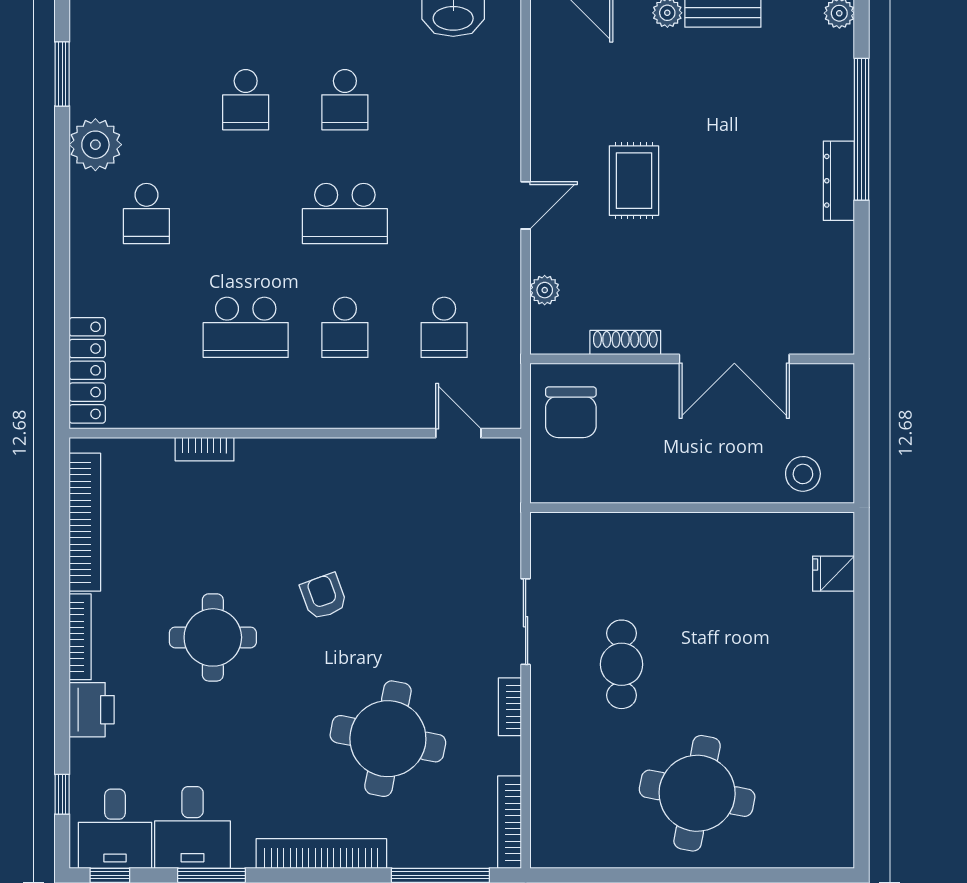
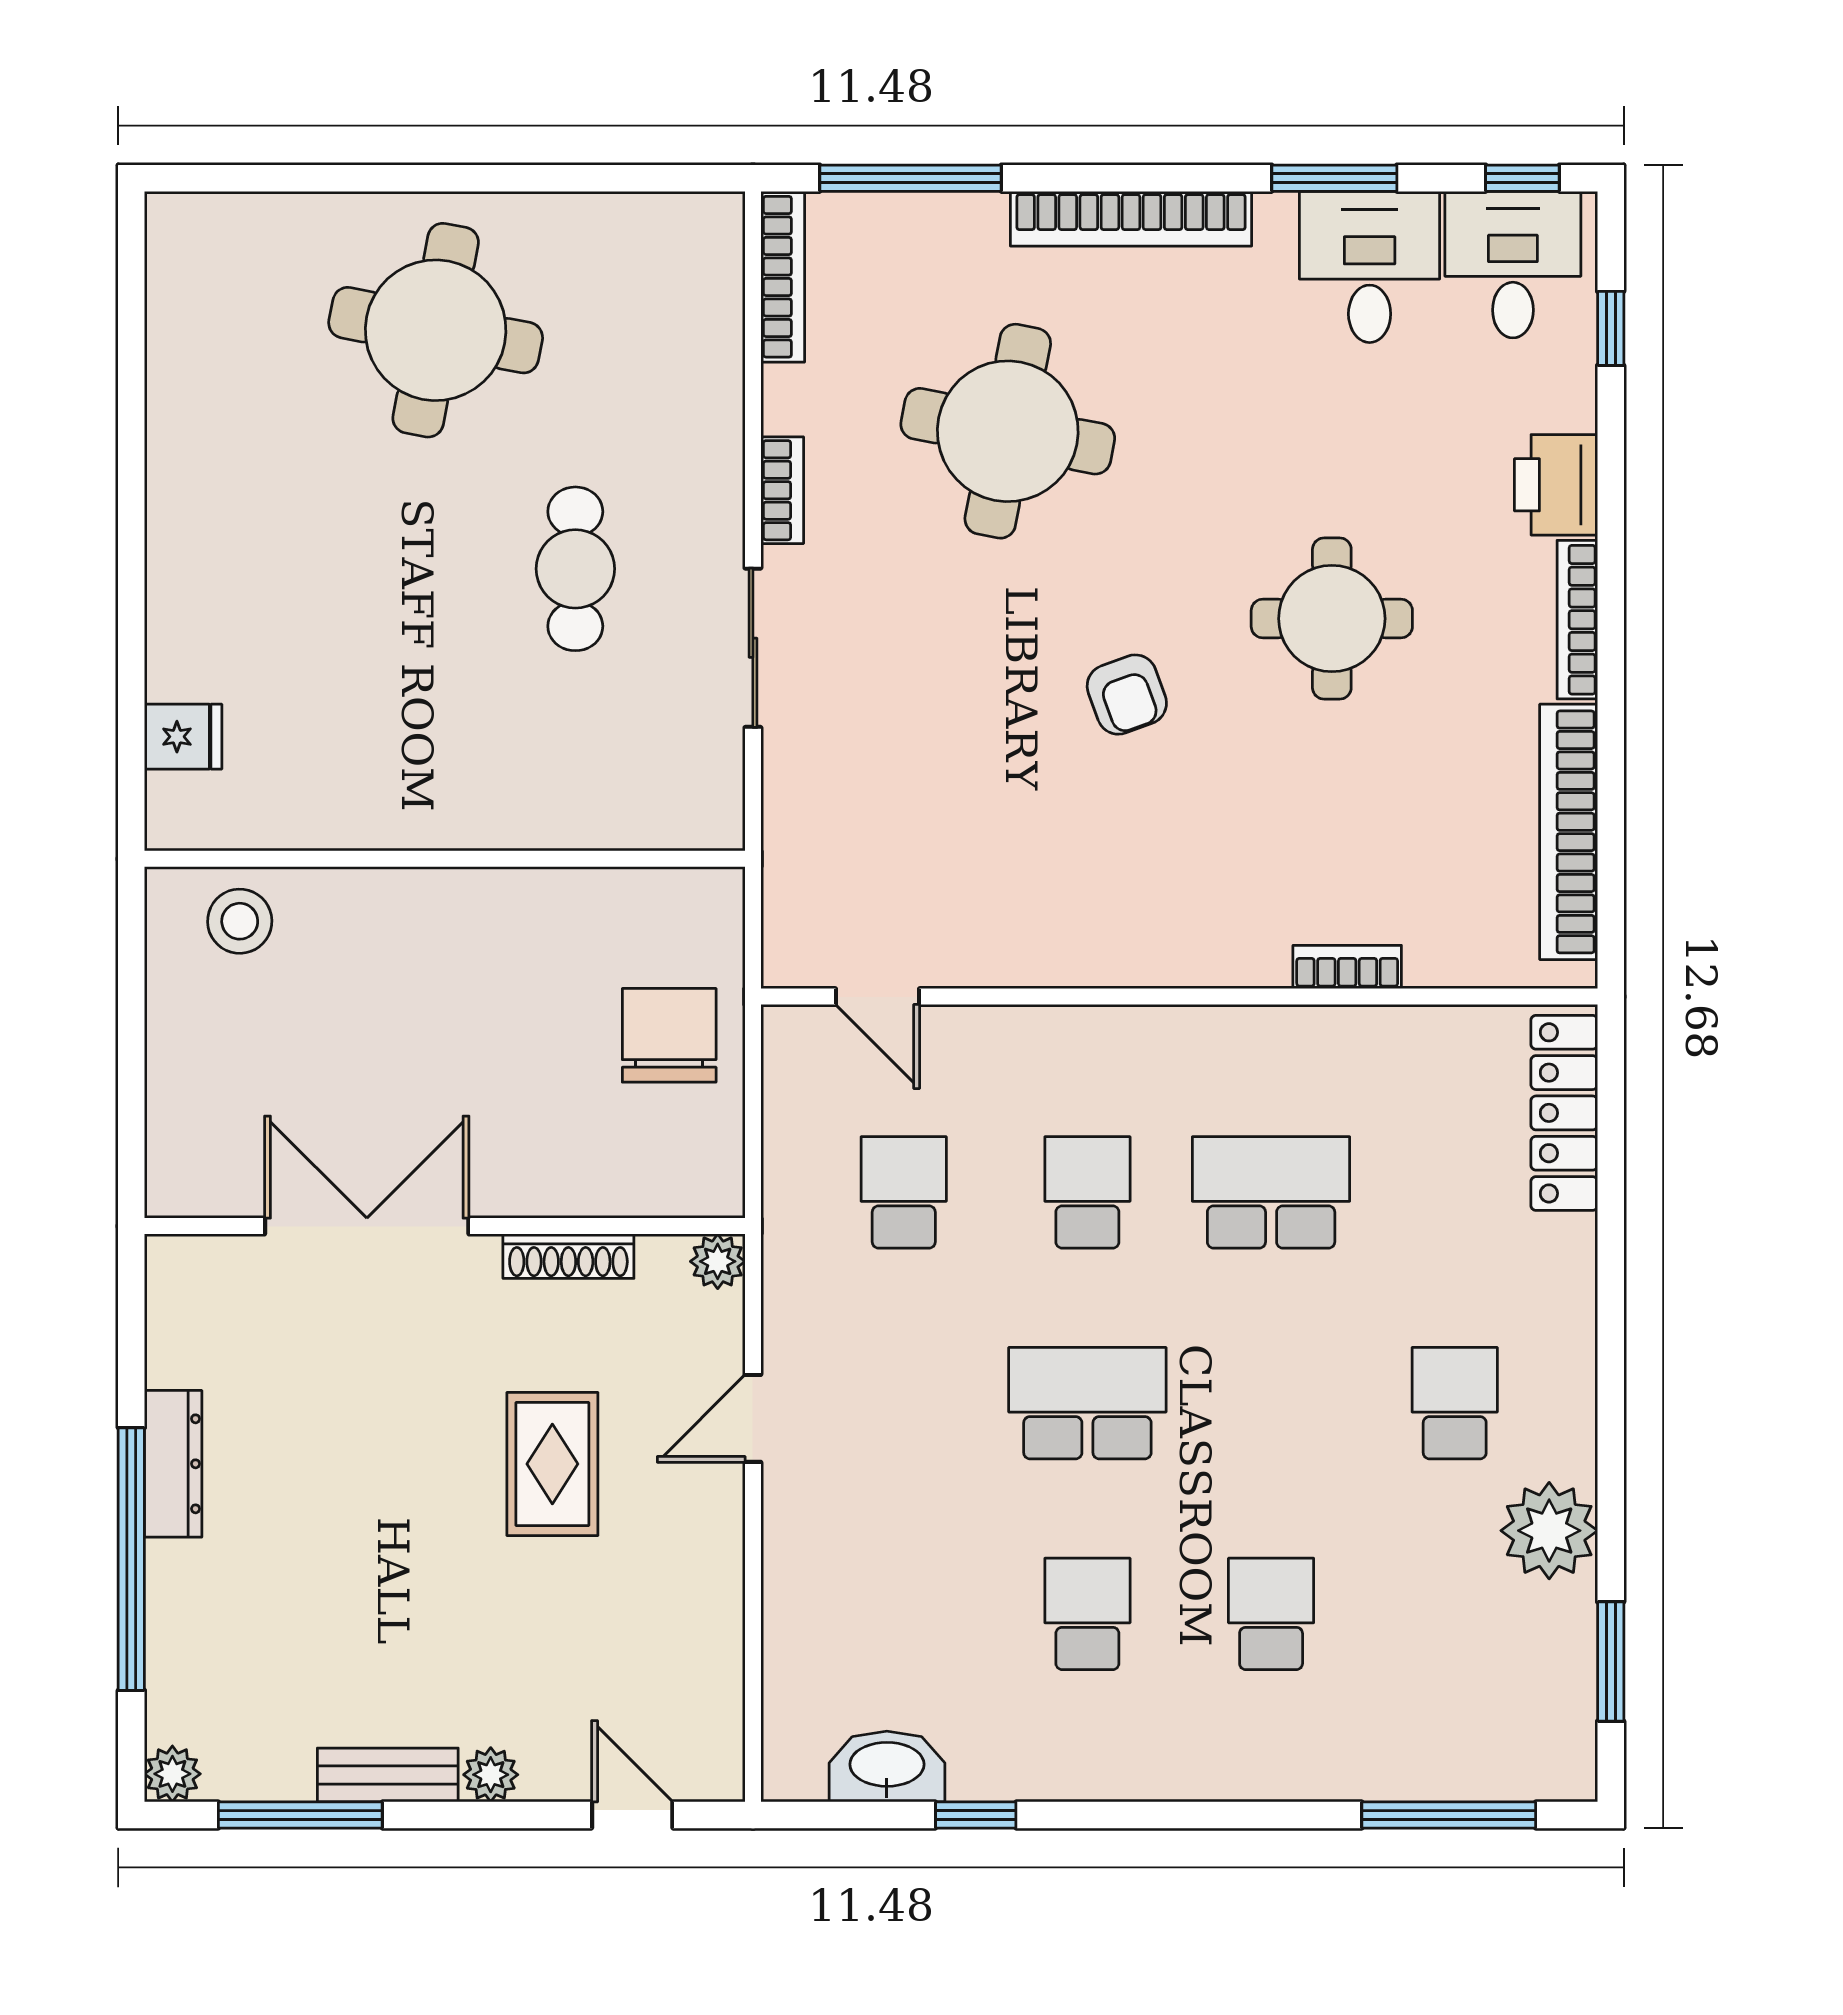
shoe rack: (625, 343) -> (568, 1256), moved
wall: (692, 359) -> (445, 1226), moved
double door: (734, 359) -> (367, 1226), moved

